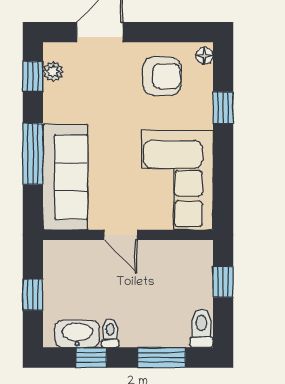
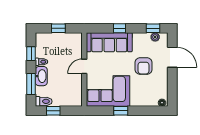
armchair: (162, 76) -> (143, 66), moved
window: (223, 108) -> (121, 111), moved
window: (33, 154) -> (119, 28), width x0.46
window: (223, 282) -> (53, 111), moved
washbasin: (77, 334) -> (41, 76), moved

